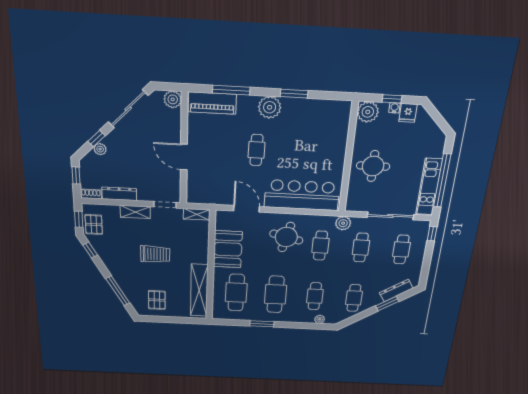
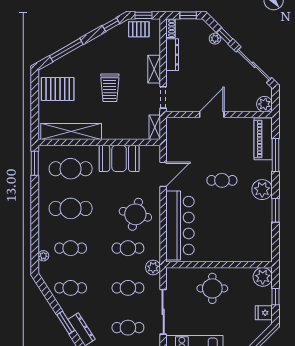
water cooler: (394, 108) -> (268, 300), removed
pallet: (157, 300) -> (58, 89), width x1.50, depth x1.42
window: (262, 324) -> (35, 163), moved

